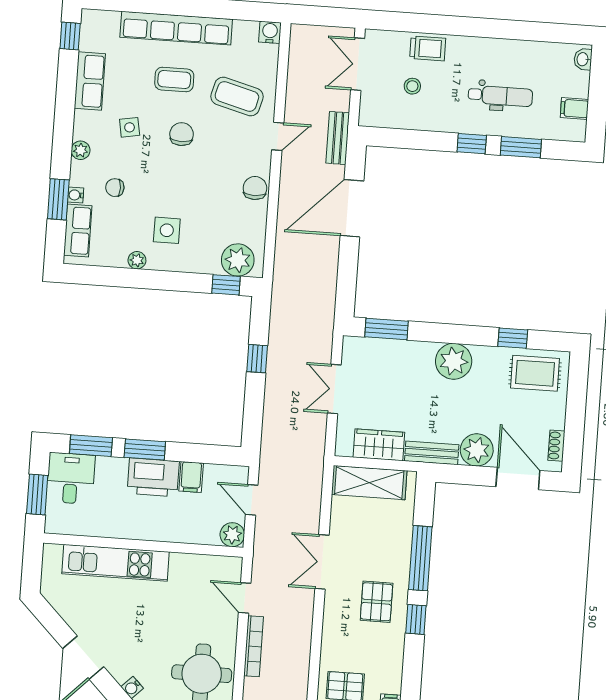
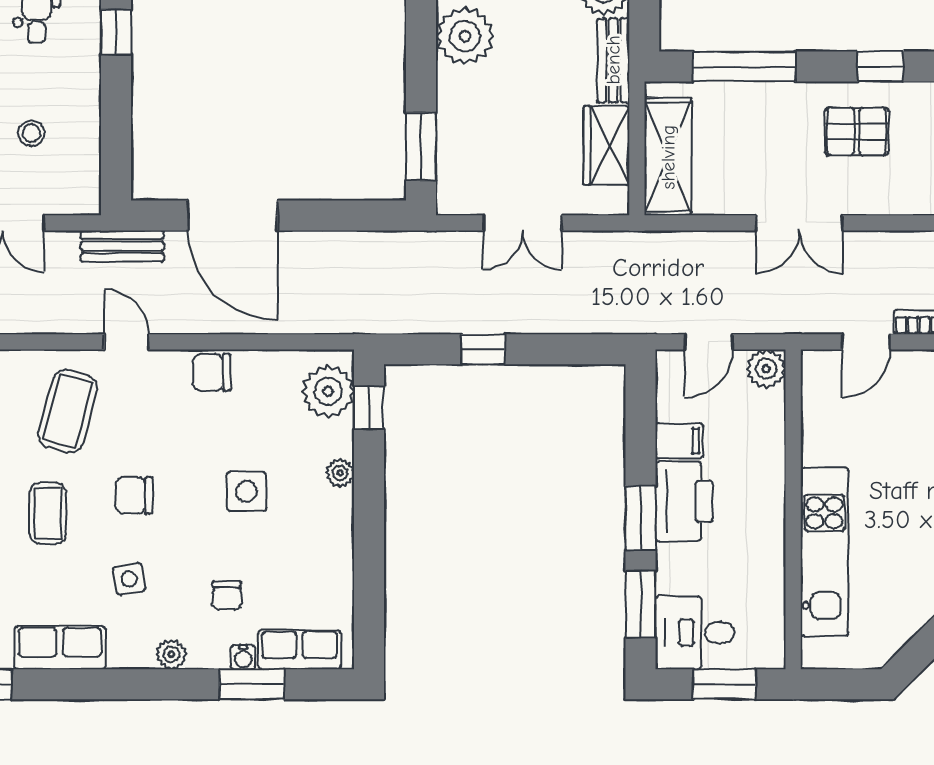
side table: (167, 230) -> (247, 491), moved
plant: (137, 260) -> (340, 473), moved
window: (420, 558) -> (744, 67), moved

